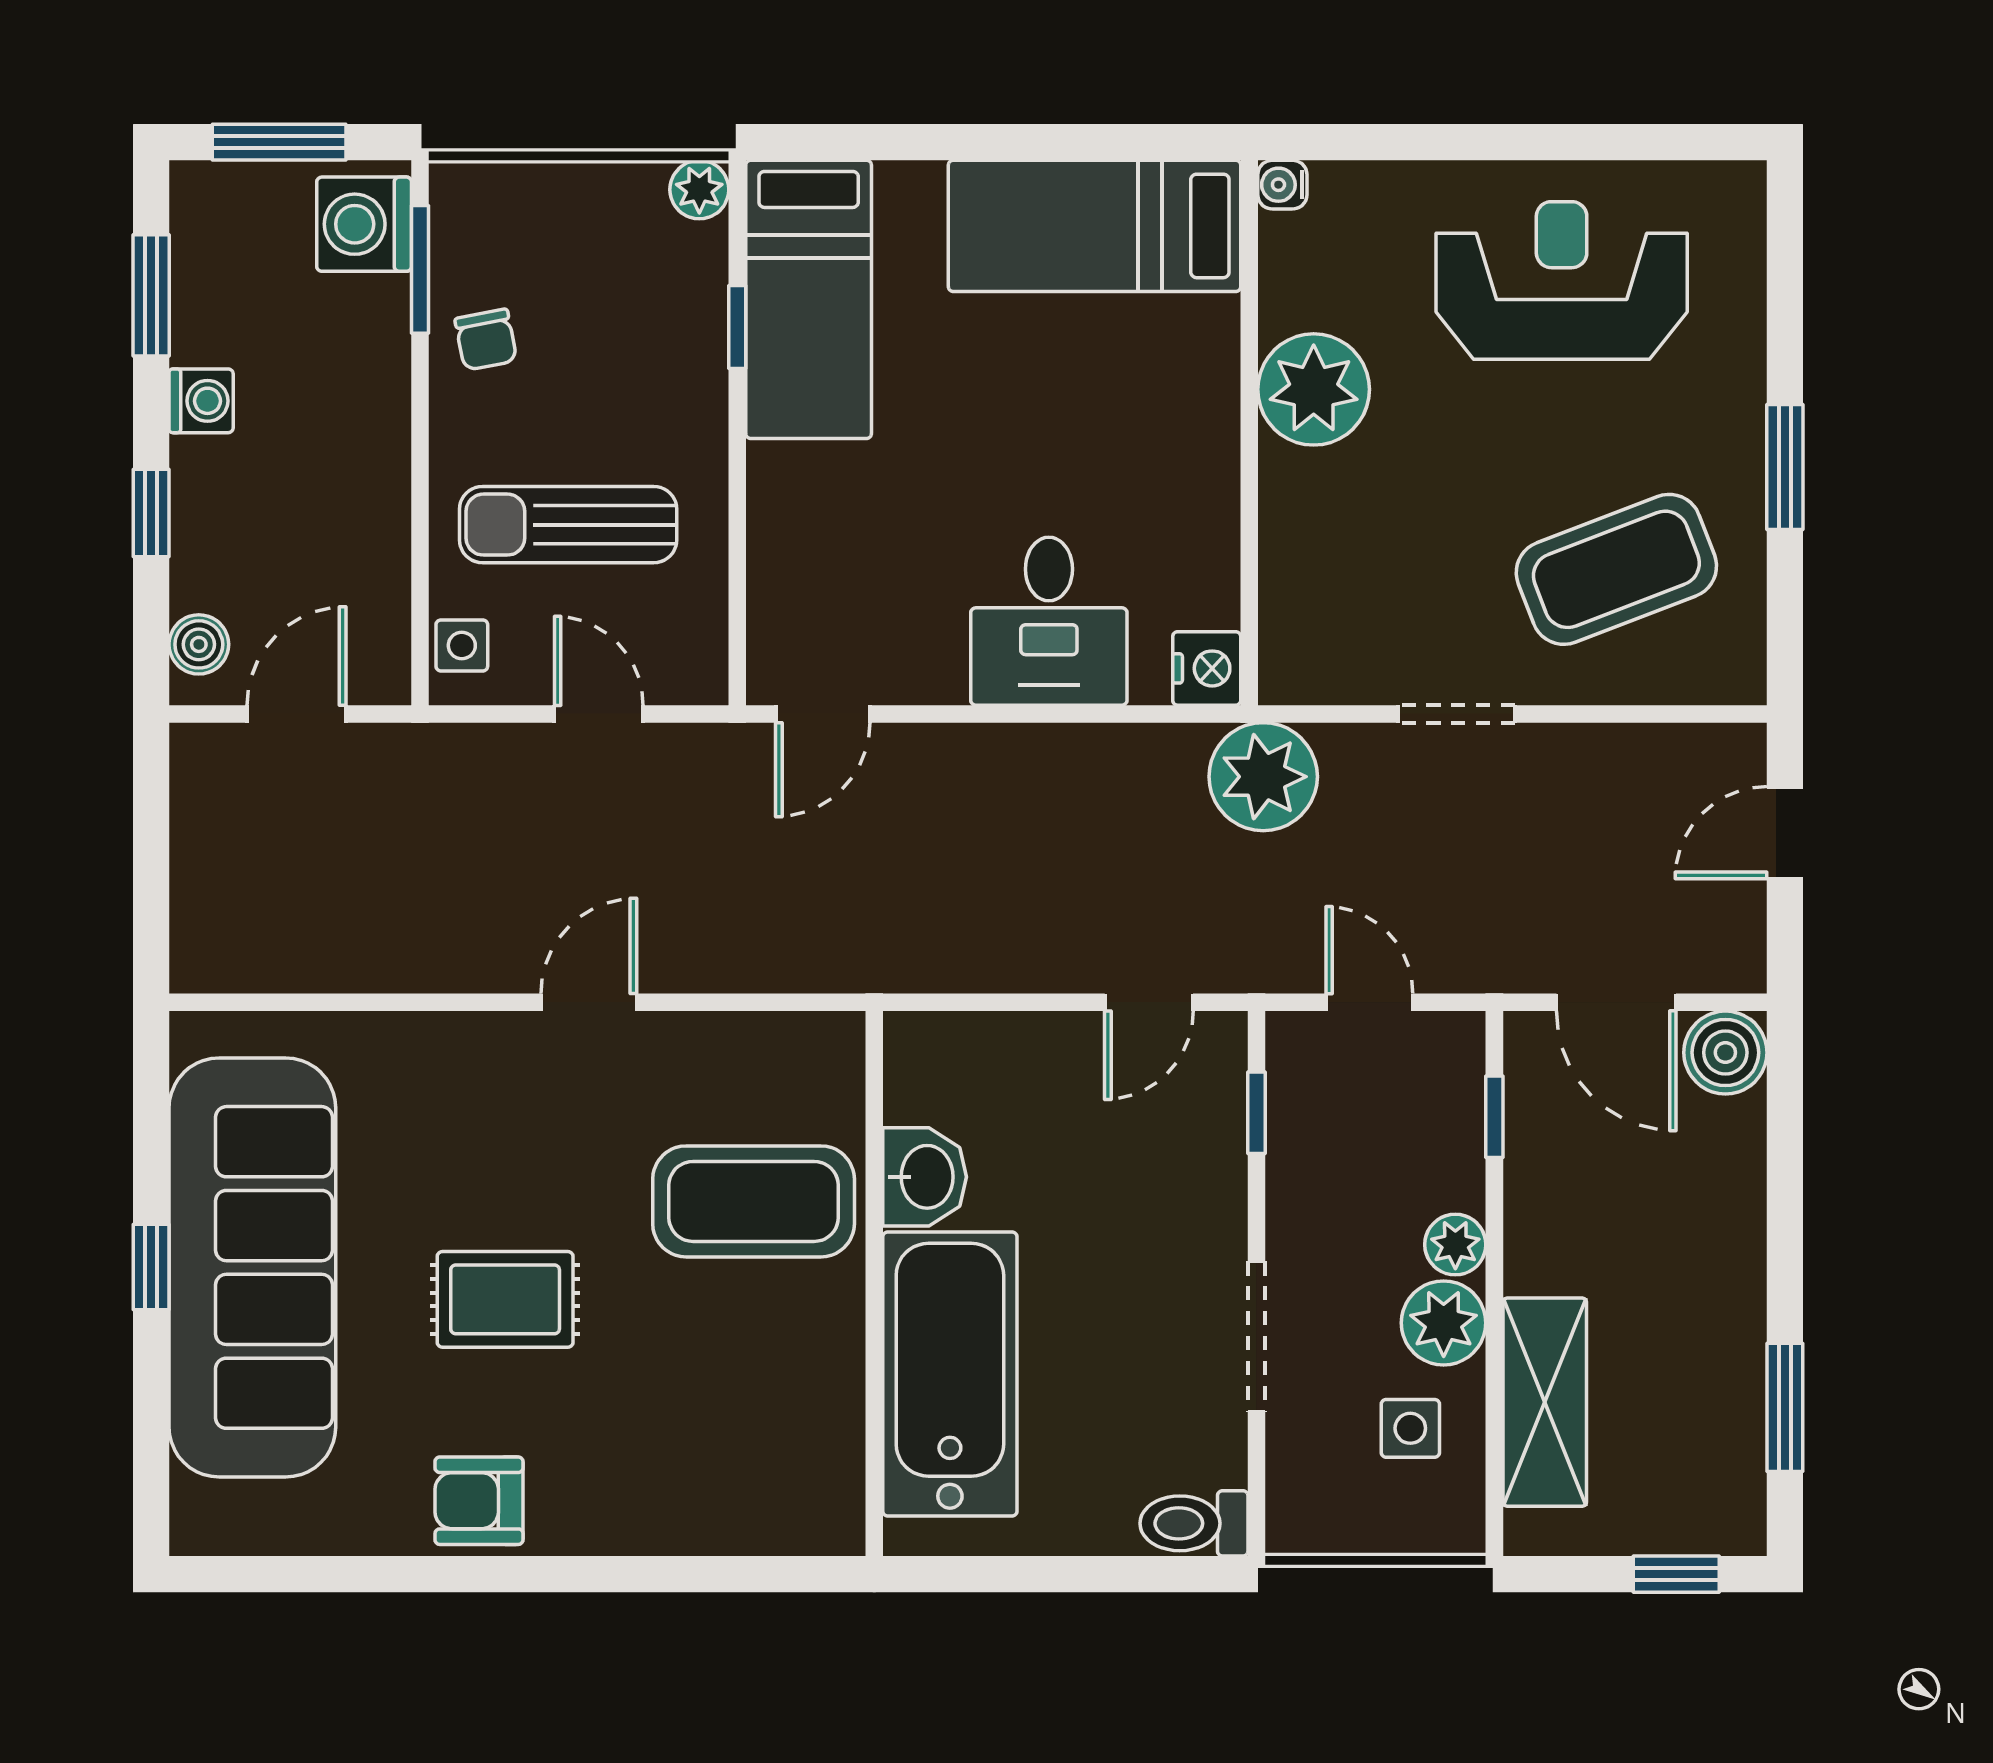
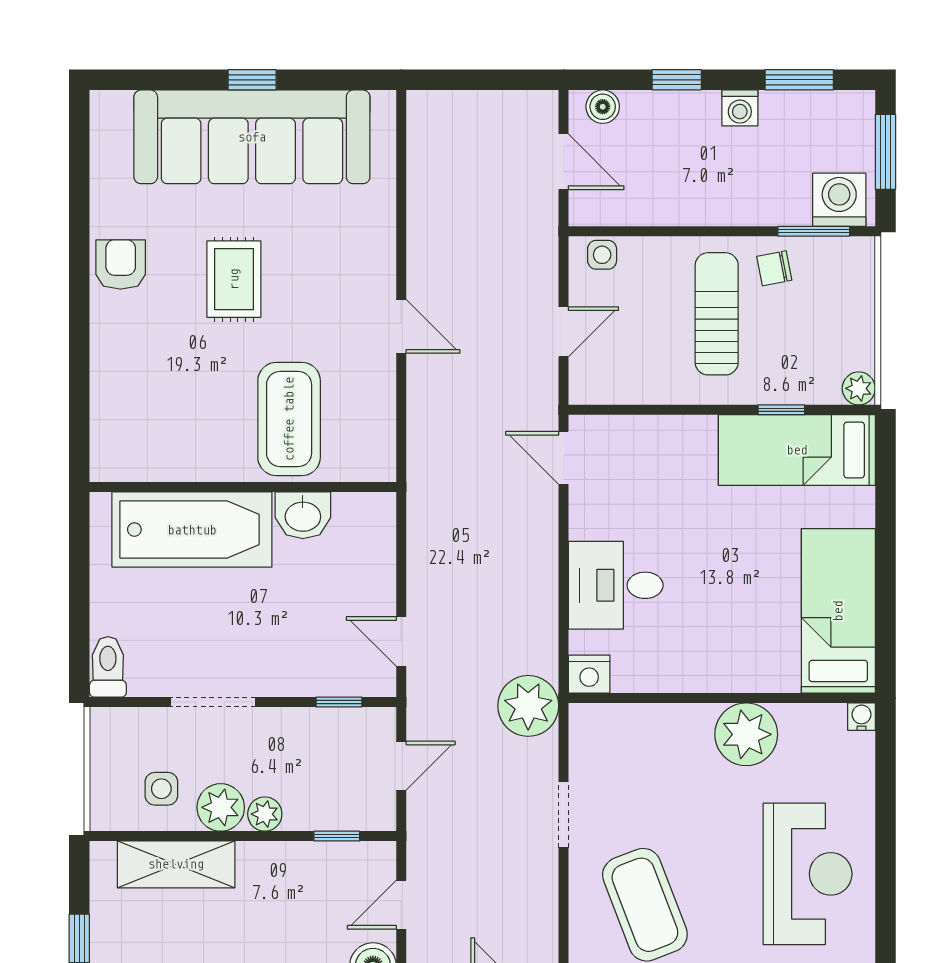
sun lounger: (568, 525) -> (717, 314), moved
door: (1616, 1002) -> (401, 905), width x0.73

